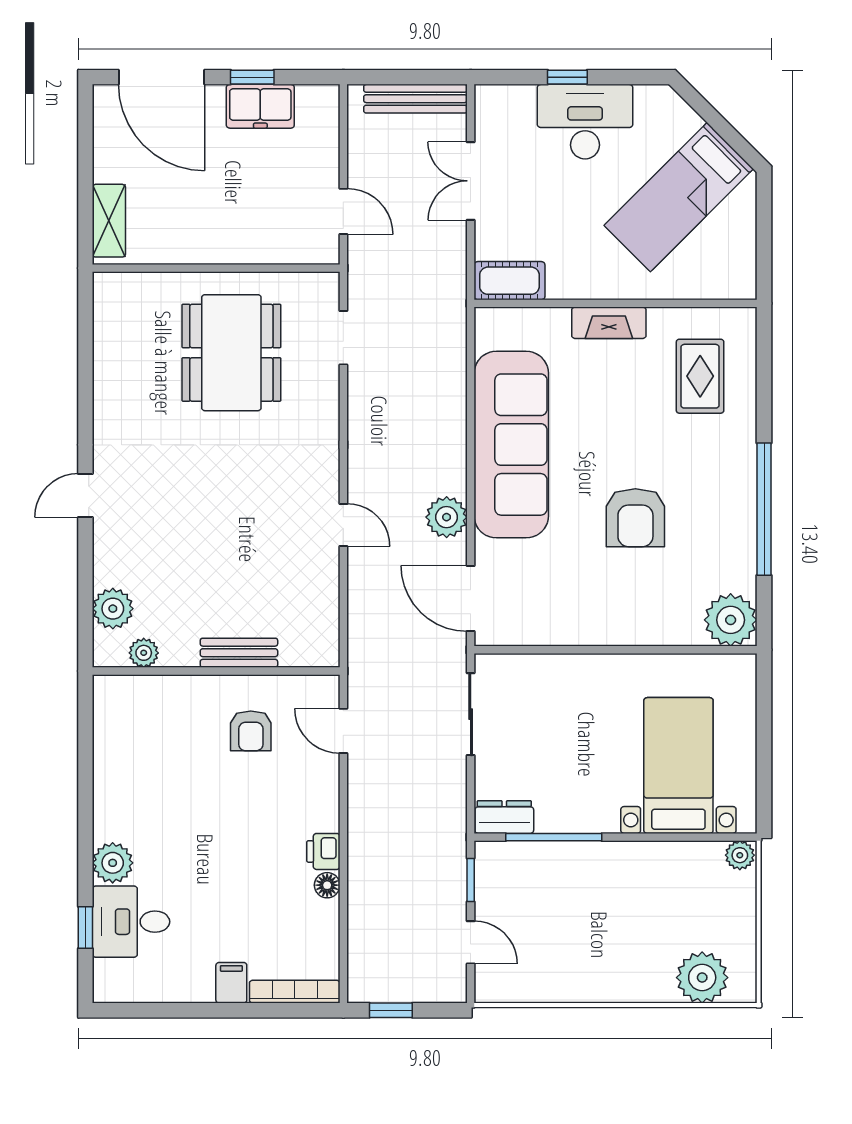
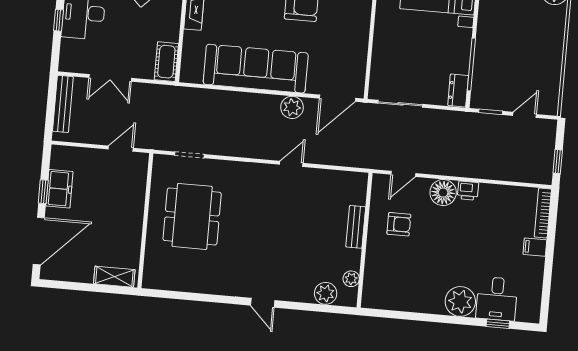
dining table: (231, 353) -> (192, 216), turned 90
plant: (113, 863) -> (460, 301), width x1.36, depth x1.36
floor lamp: (327, 885) -> (443, 193), moved, width x1.89, depth x1.89

